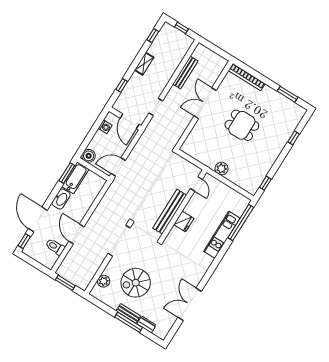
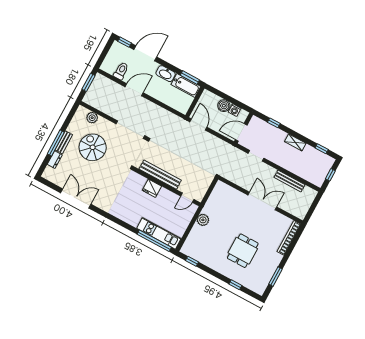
dining table: (242, 125) -> (243, 251), moved
boiler: (89, 156) -> (224, 106), moved
kitchen unit: (222, 235) -> (159, 233), moved

